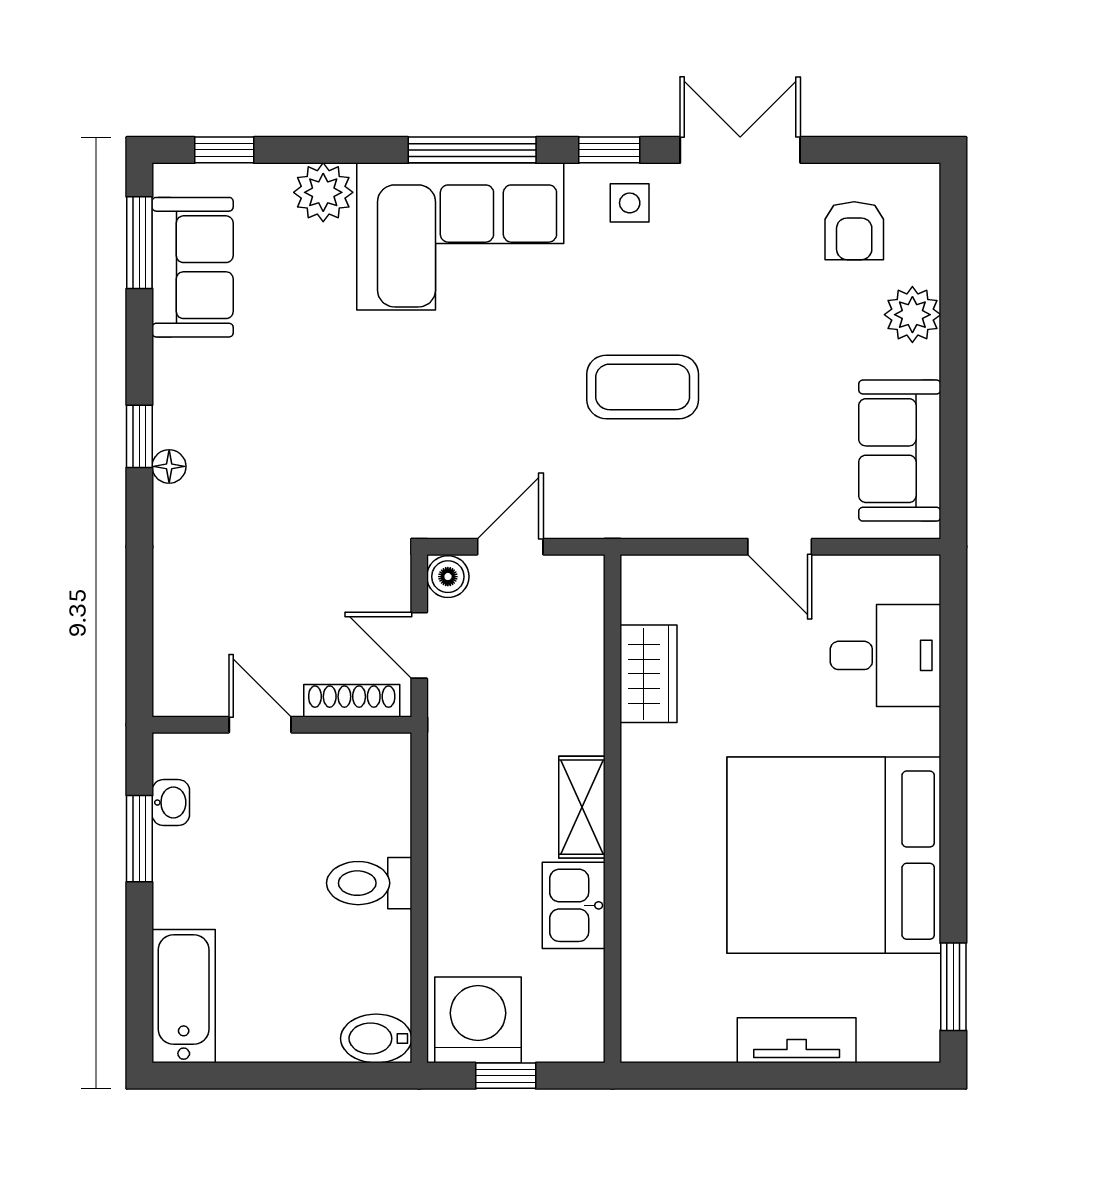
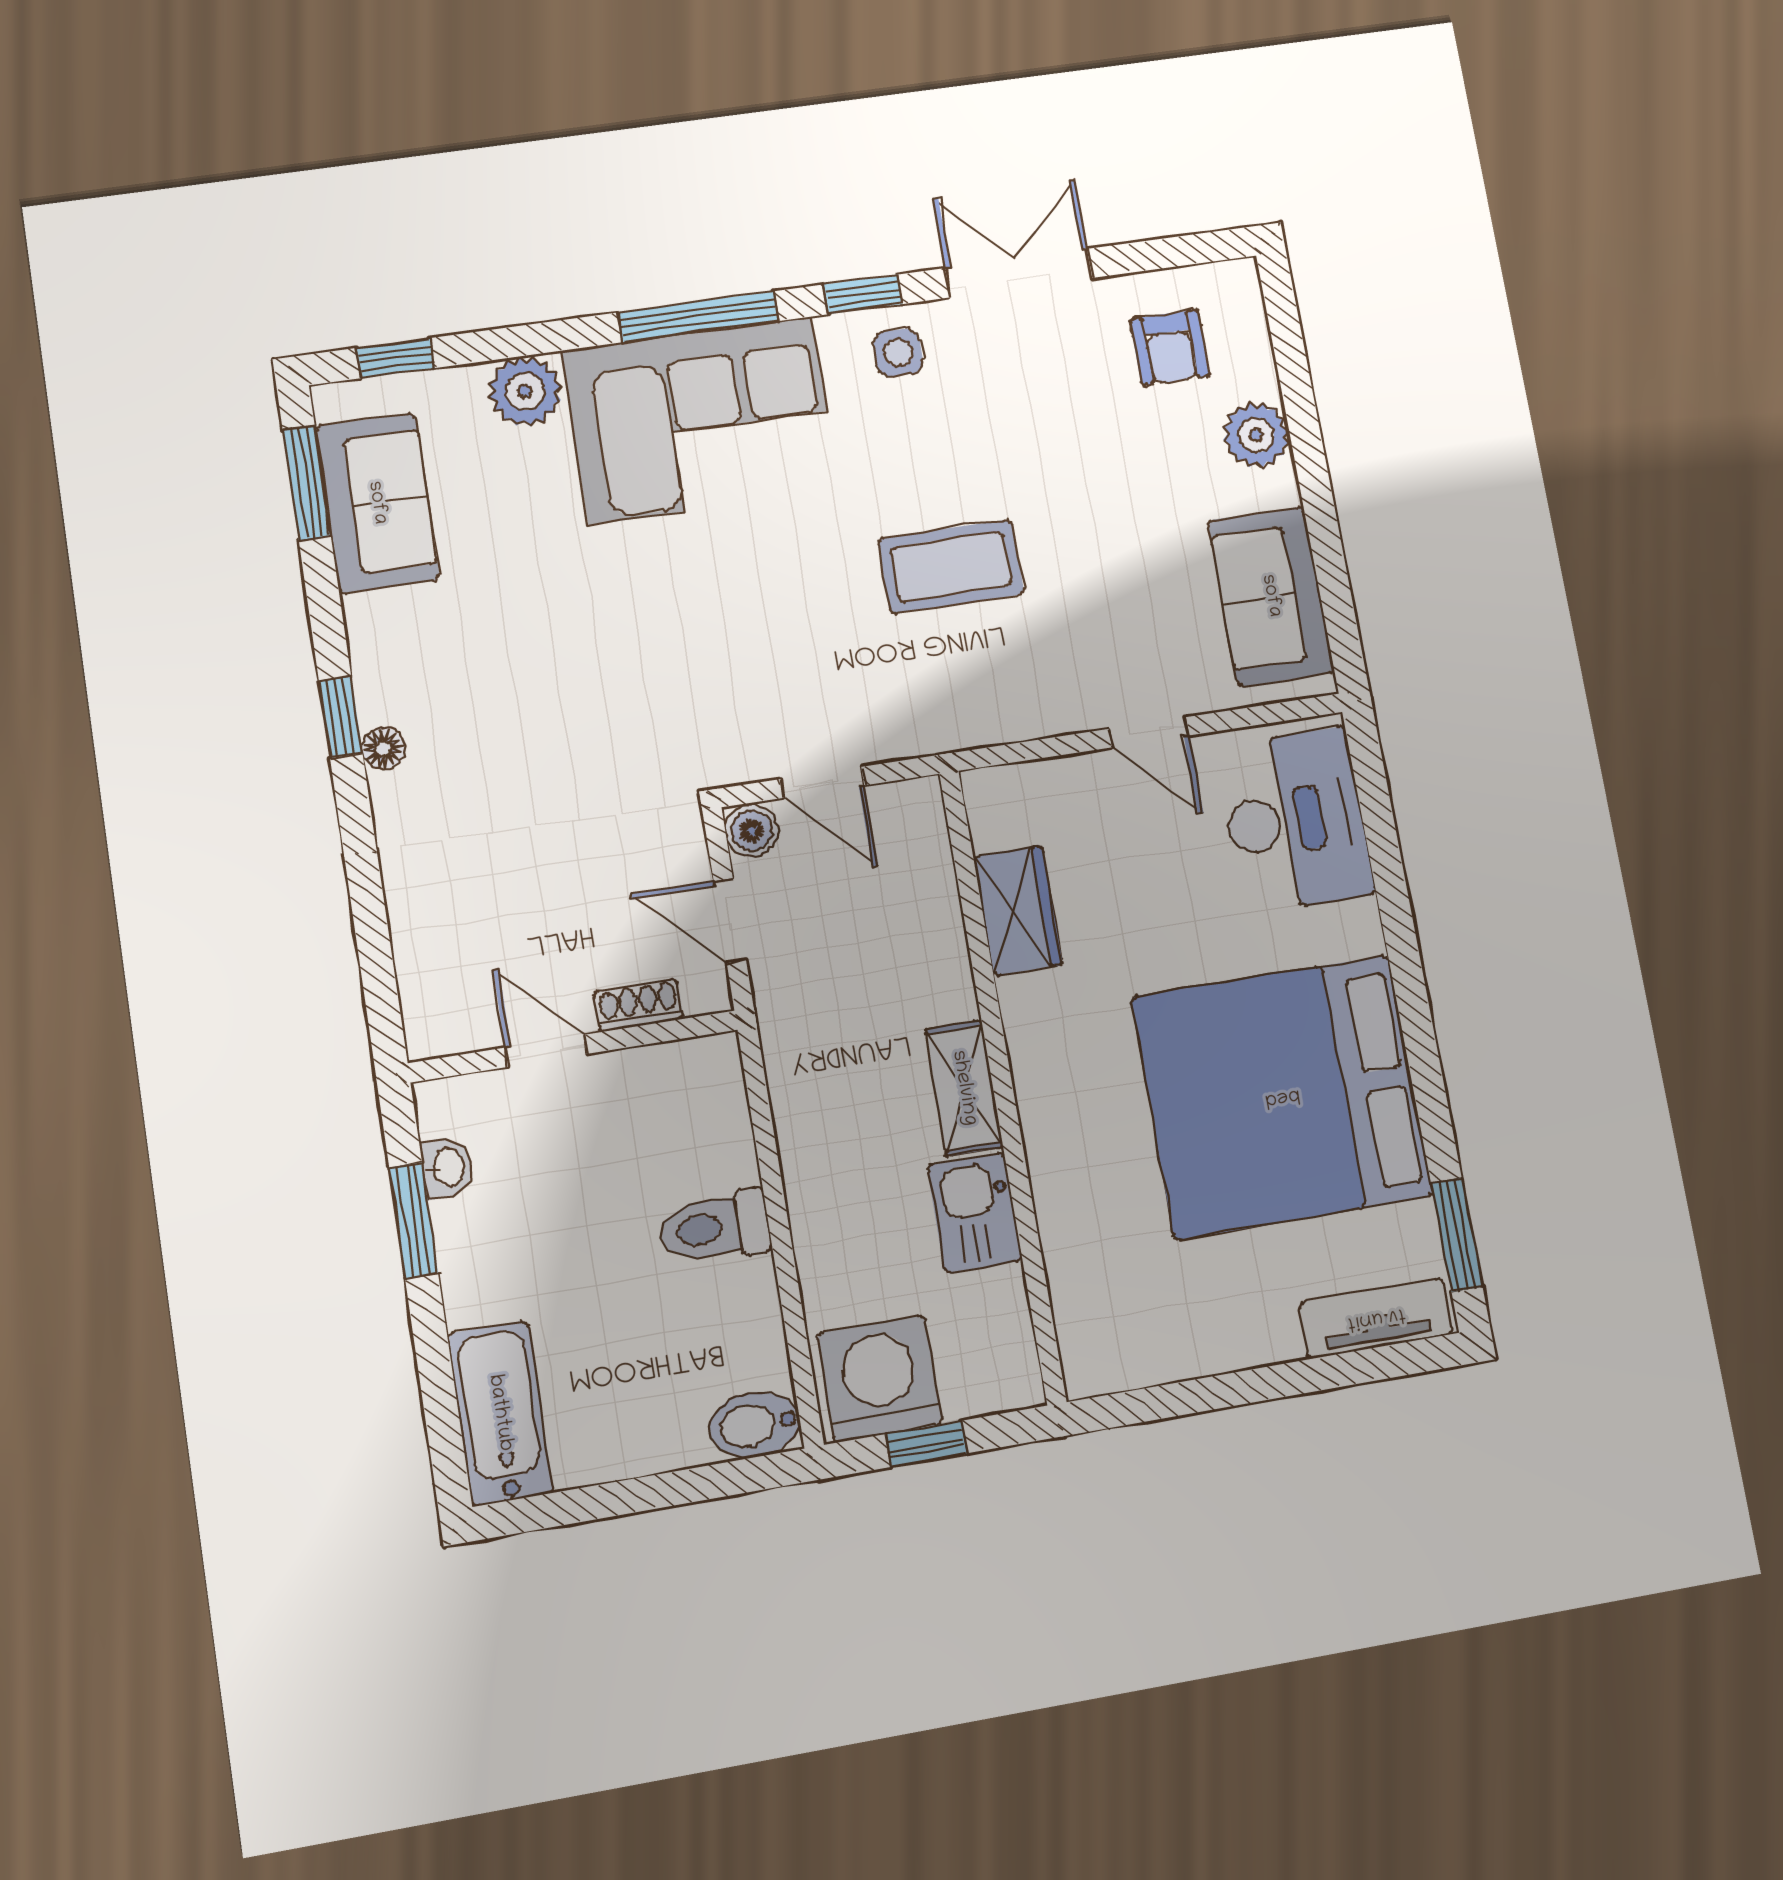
door: (510, 547) -> (822, 782), swing flipped
desk: (885, 655) -> (1295, 820), width x1.37
shoe rack: (352, 701) -> (639, 1005), width x0.70
tv unit: (797, 1040) -> (1376, 1318), moved

